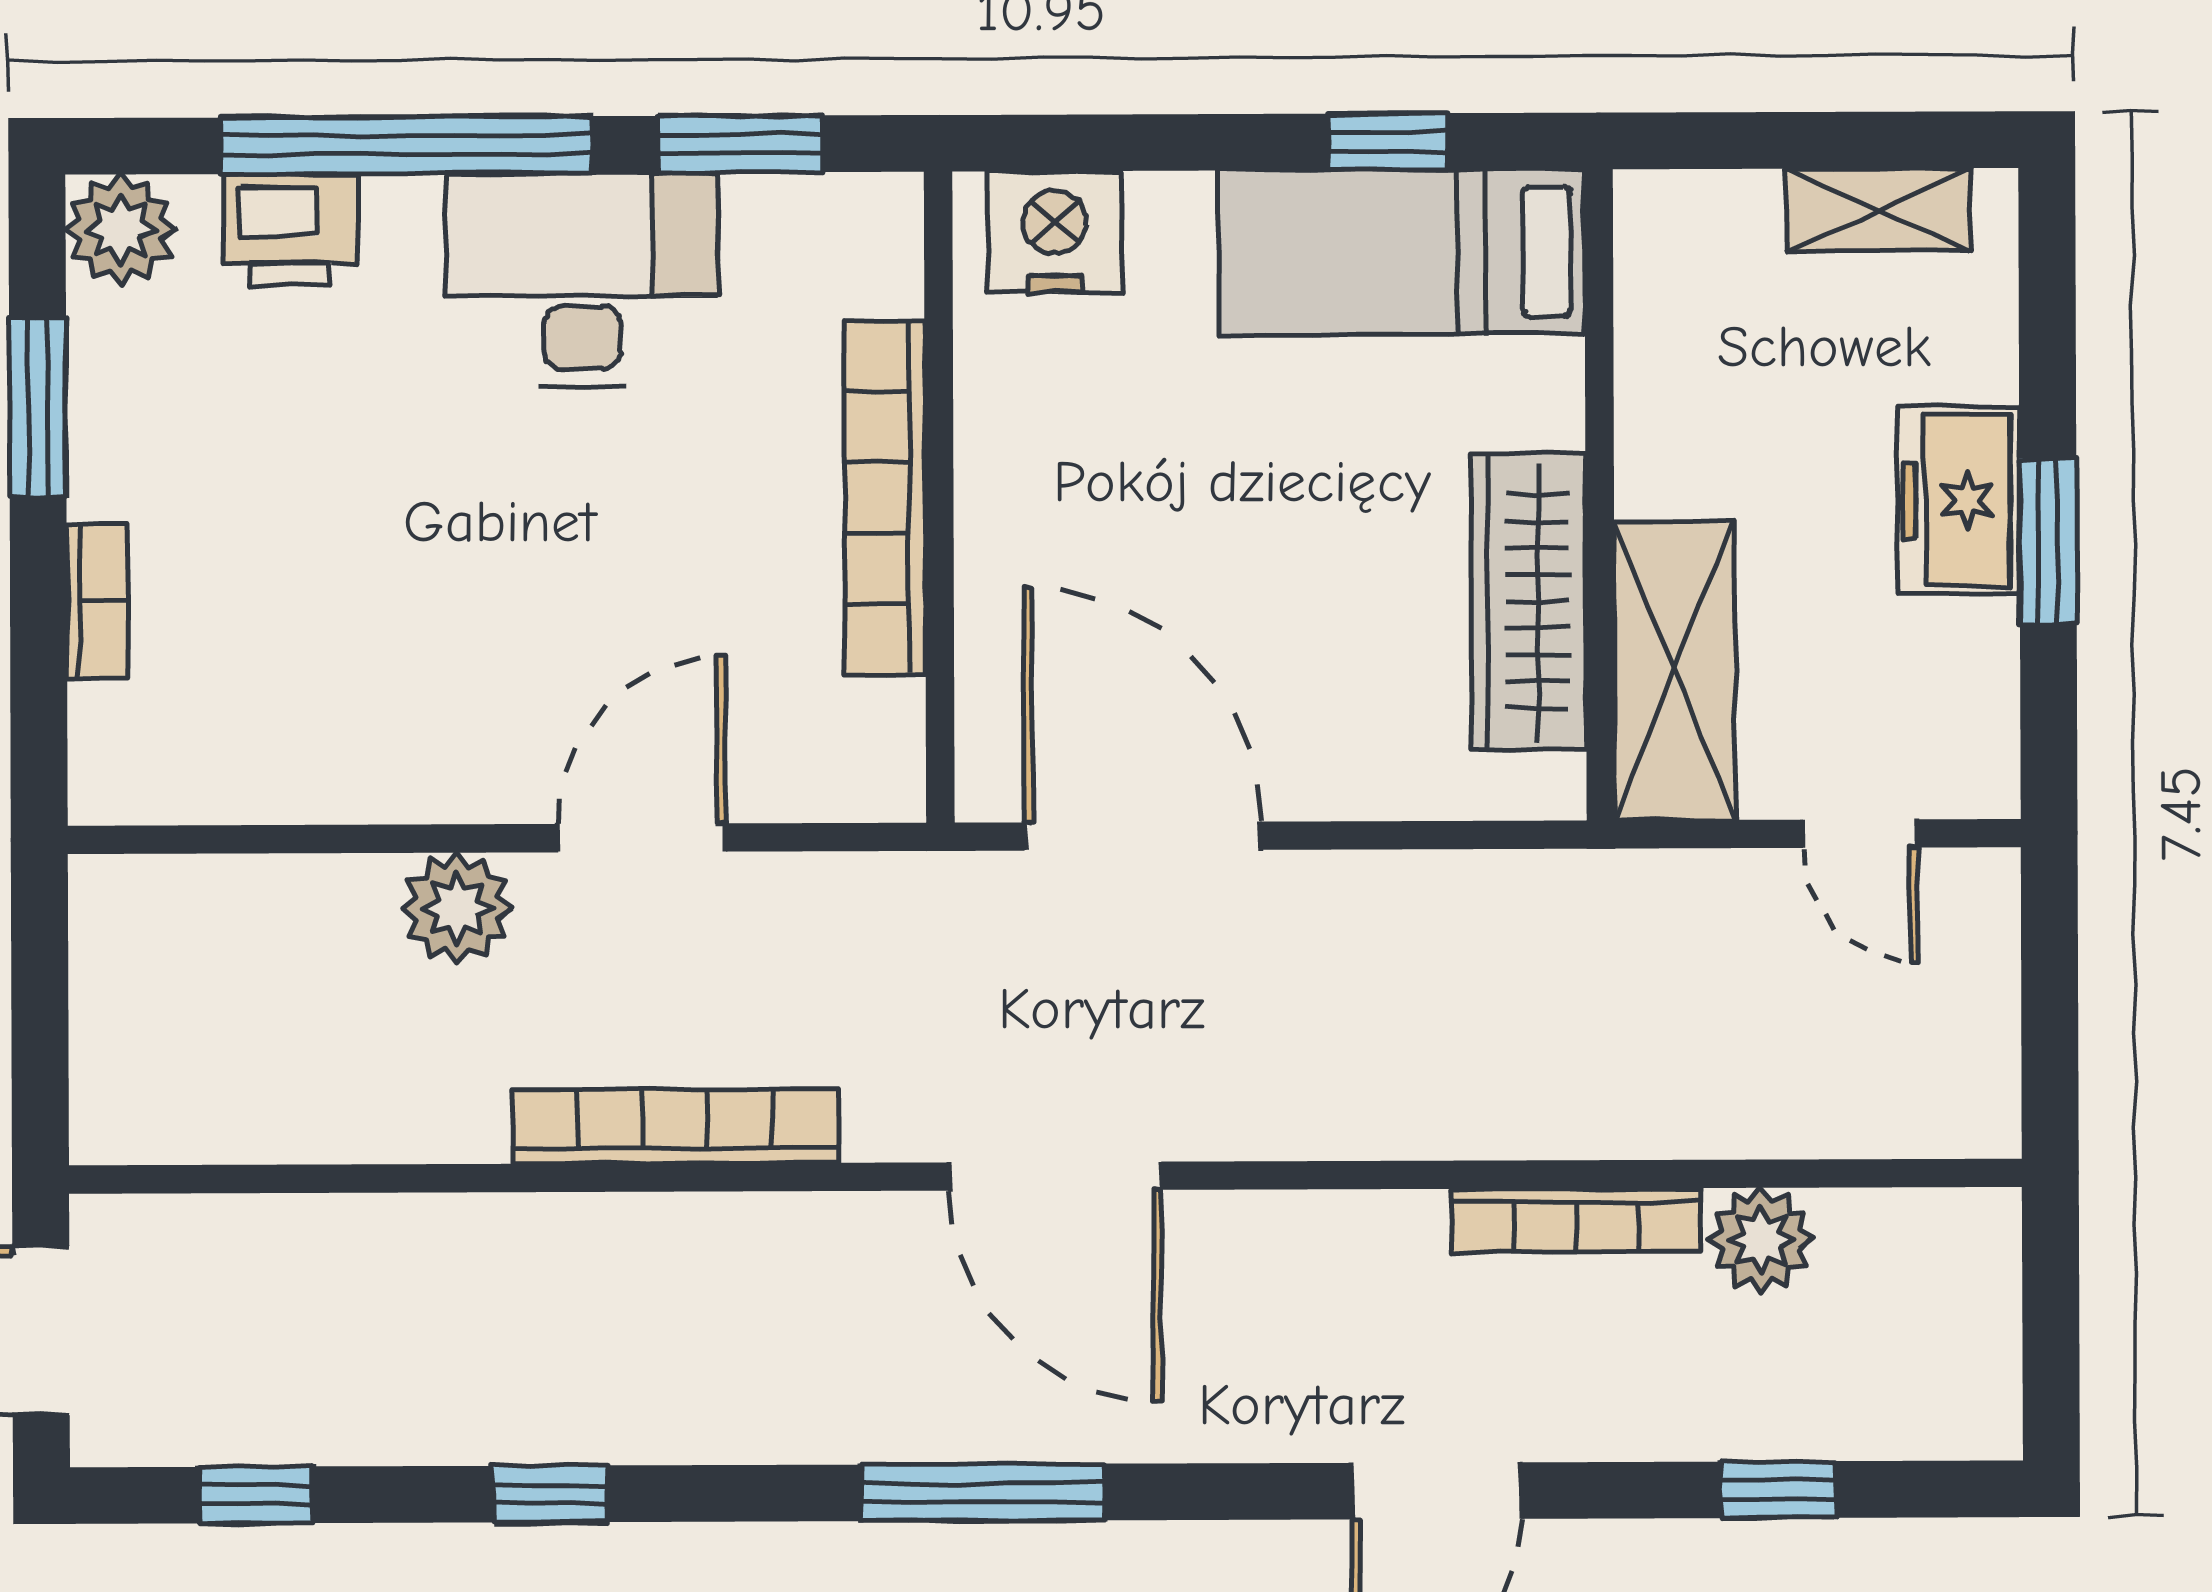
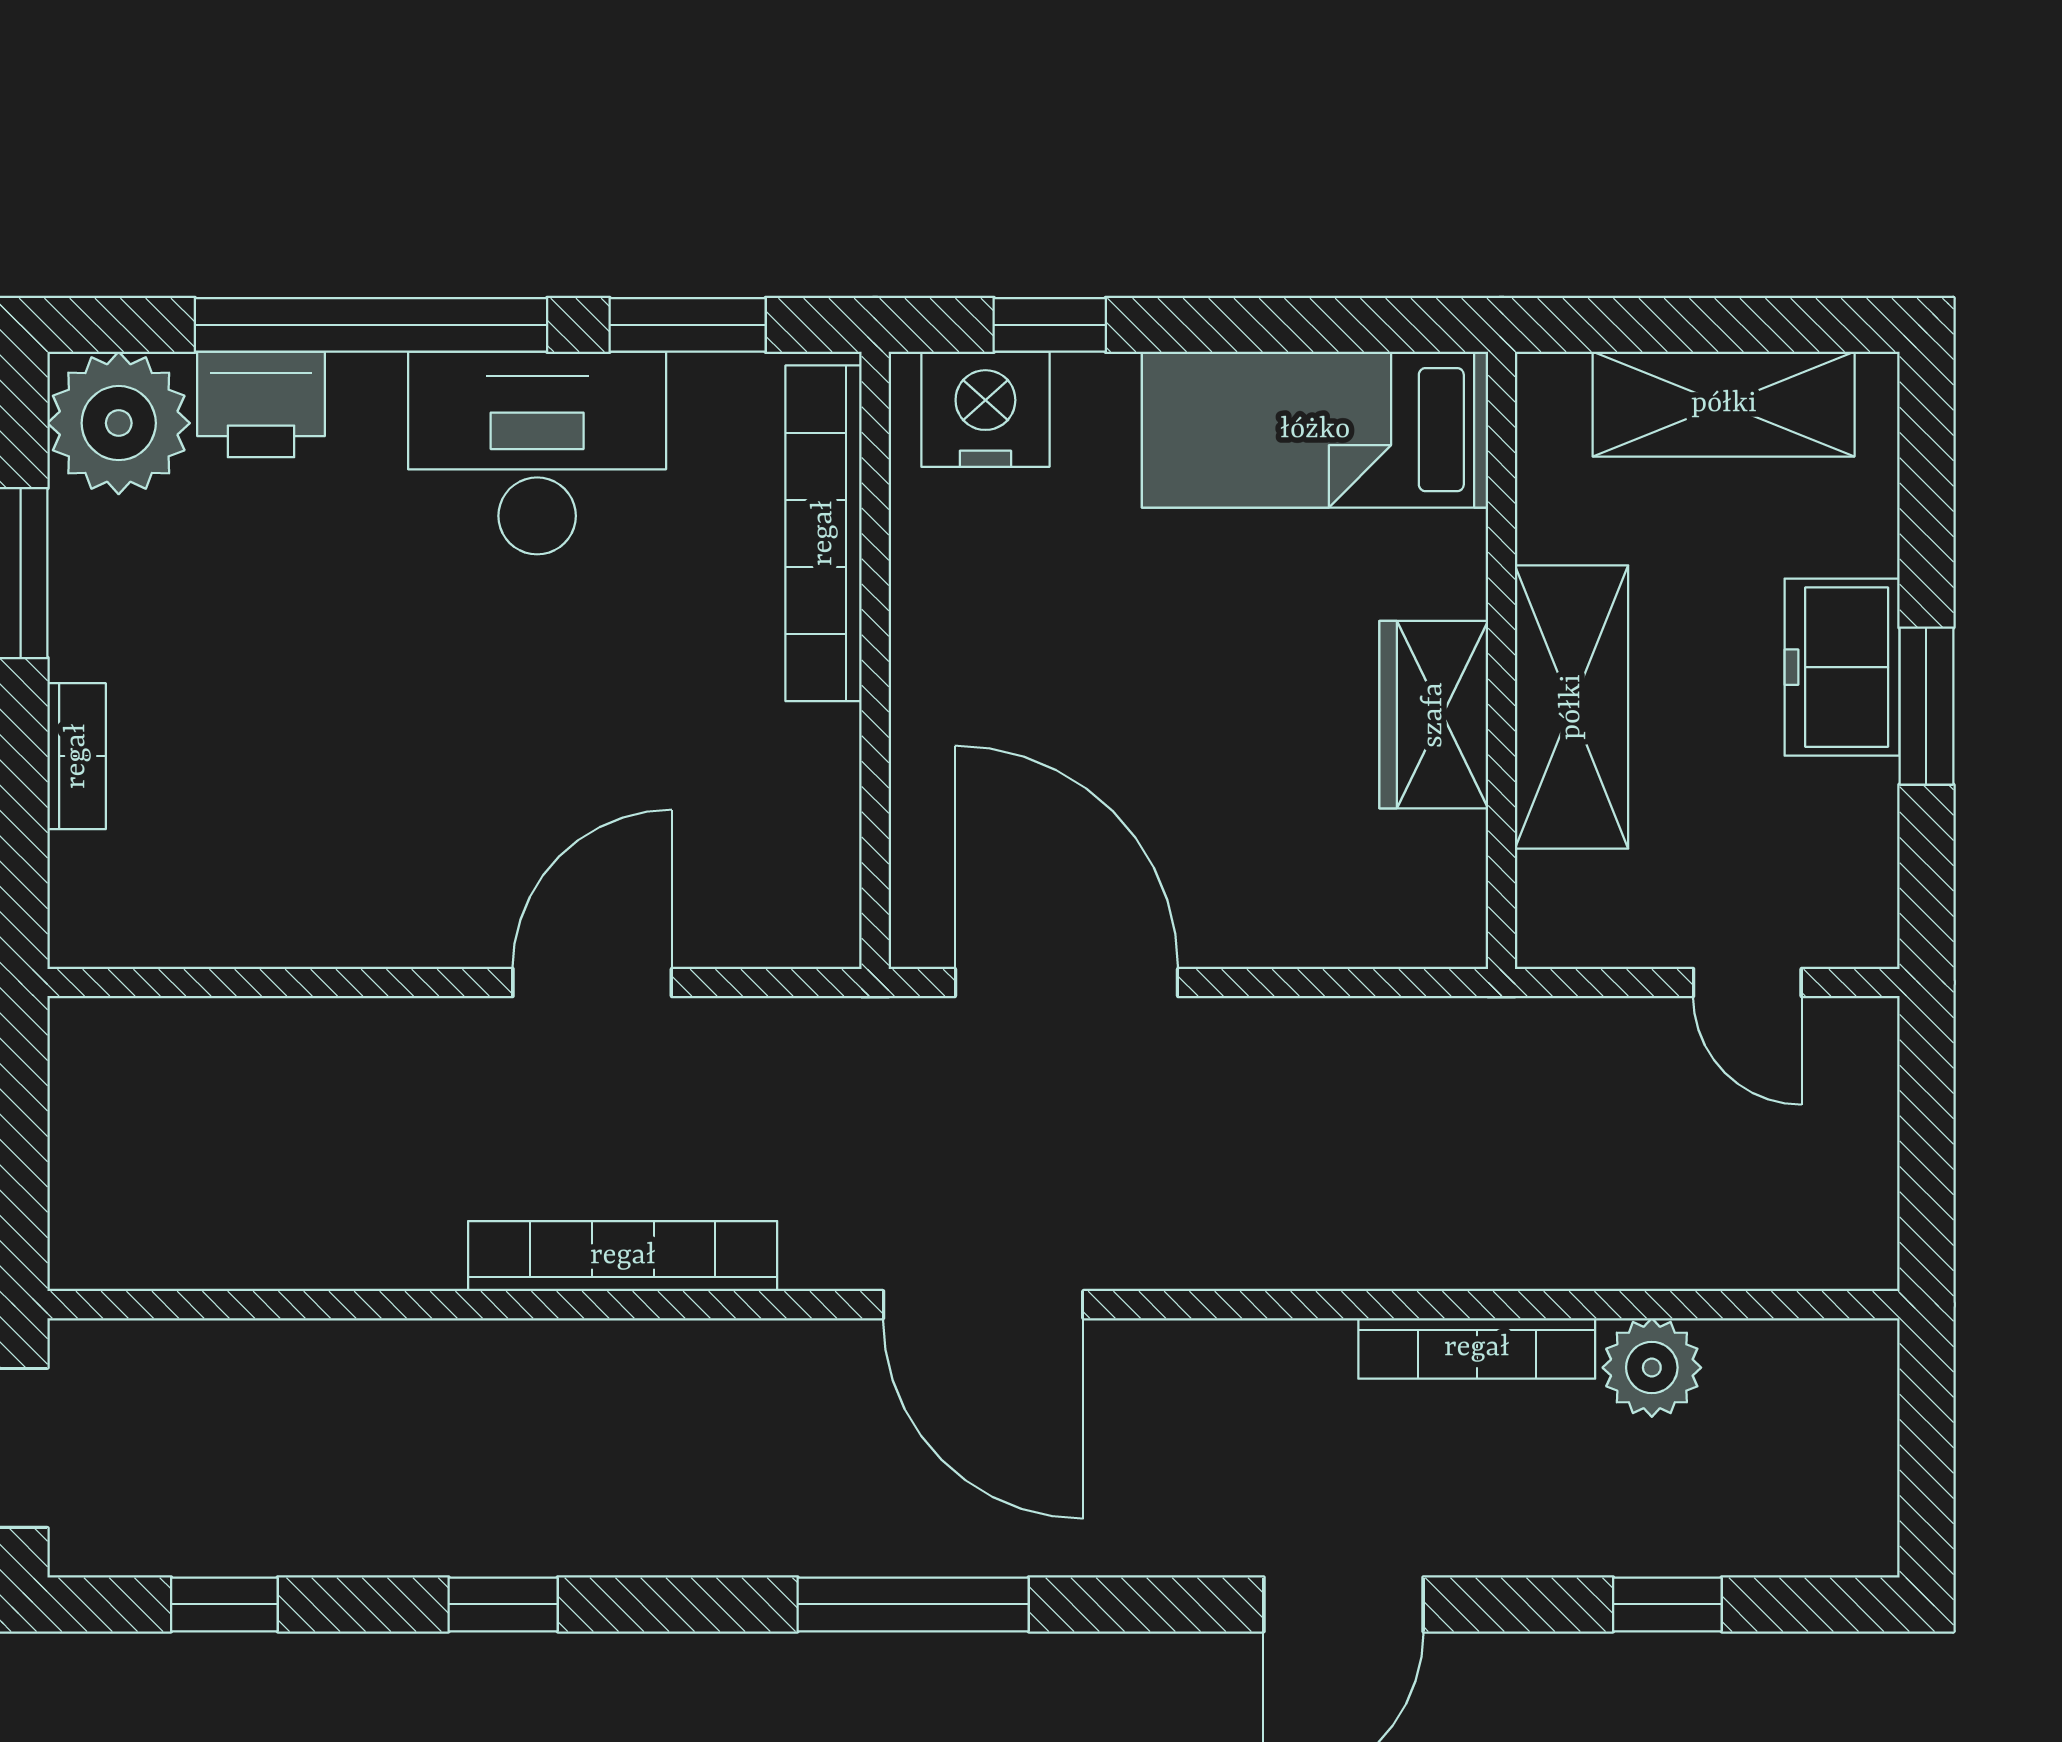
window: (1388, 142) -> (1050, 325), moved
shelving: (1879, 210) -> (1724, 404), width x1.50, depth x1.33
plant: (121, 230) -> (119, 423), width x1.36, depth x1.36
bookcase: (885, 498) -> (824, 533), moved
wardrobe: (1529, 602) -> (1434, 715), width x0.67
shelving: (1674, 671) -> (1572, 707), moved
plant: (457, 908) -> (417, 1048), removed

